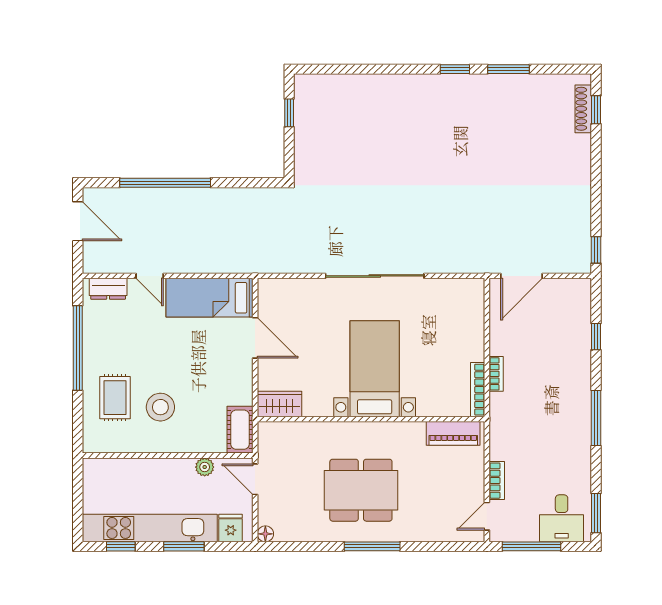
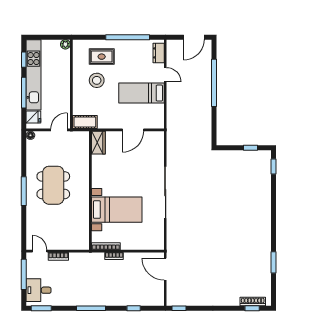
window: (455, 69) -> (273, 167), moved
door: (150, 276) -> (165, 75), swing flipped
bed: (209, 298) -> (141, 93), moved, turned -90
bed with nightstands: (375, 369) -> (117, 210), moved
piano: (453, 433) -> (83, 233), removed
plant: (205, 467) -> (65, 44), moved
window: (184, 546) -> (24, 93), width x1.44

